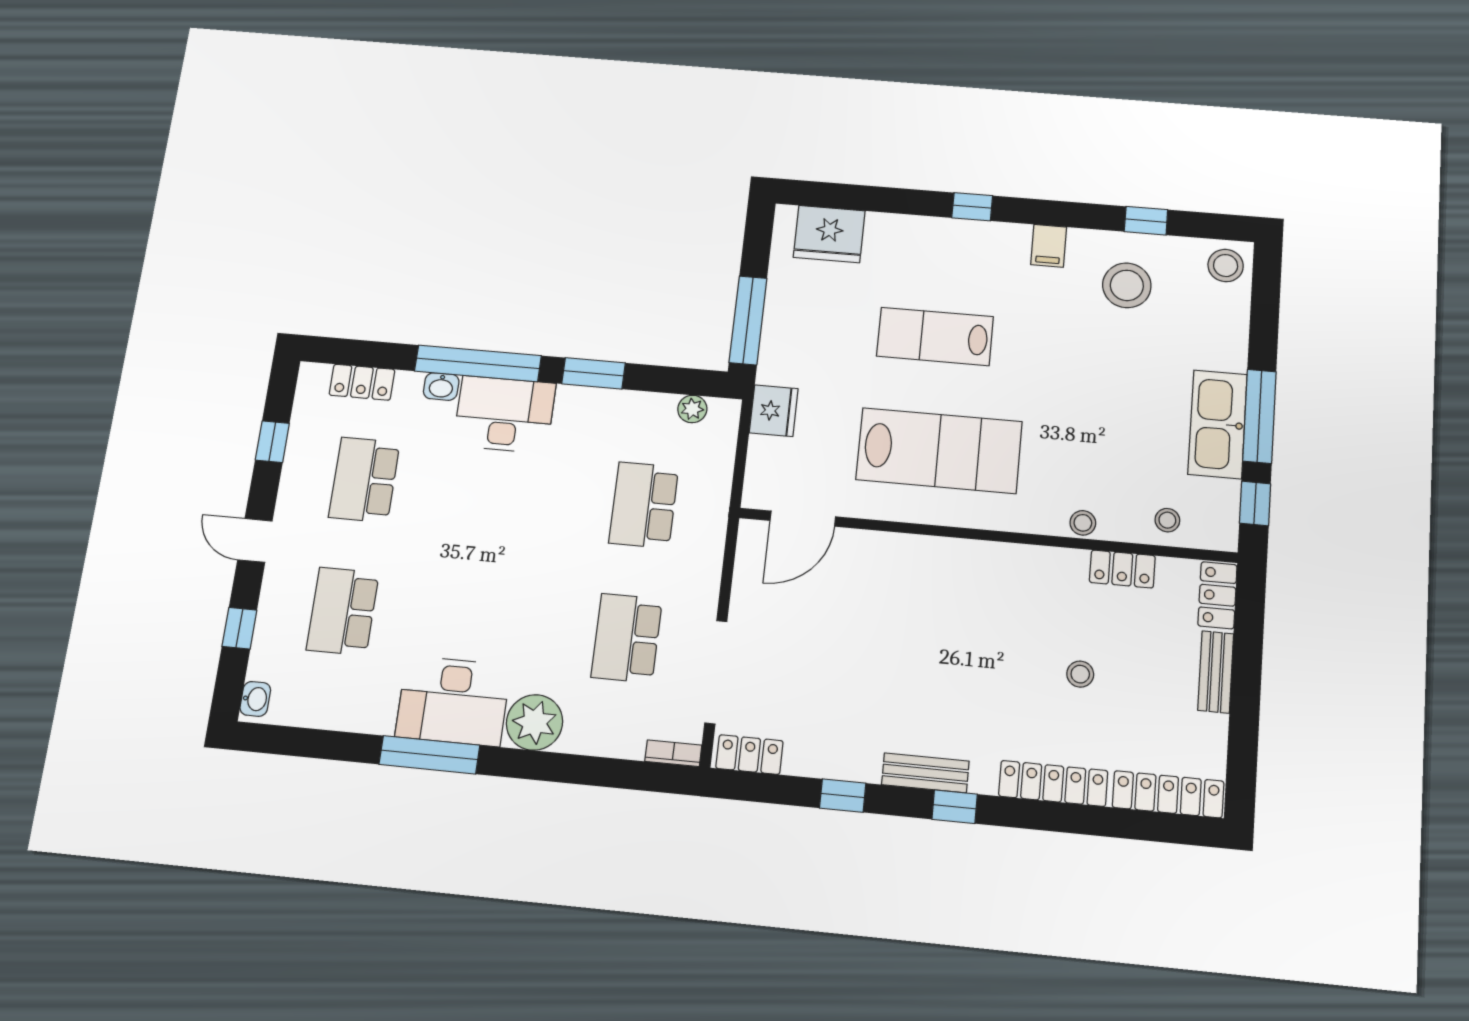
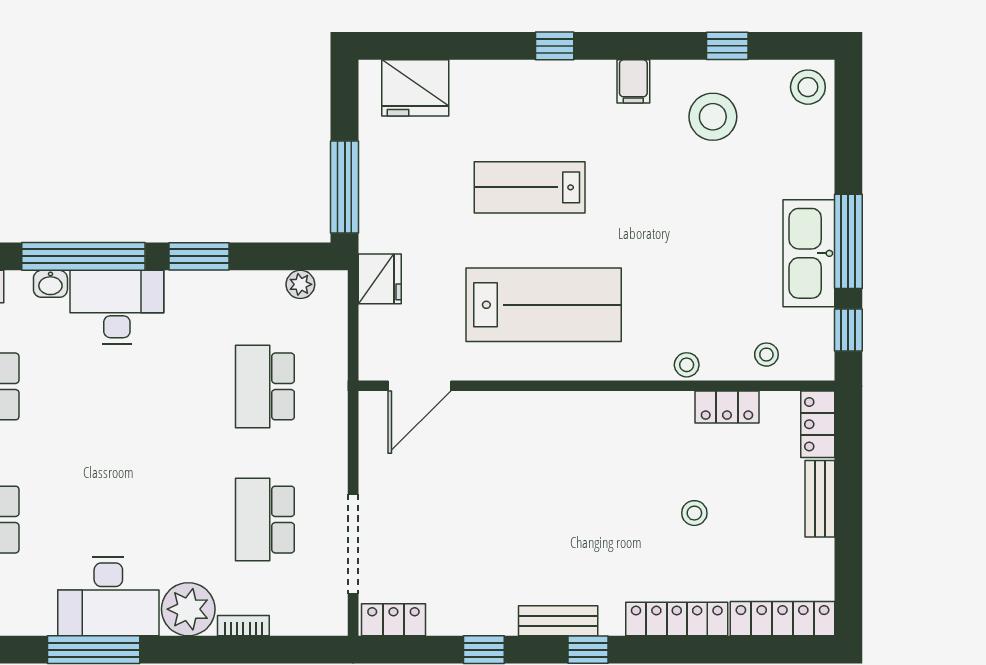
bookcase: (673, 753) -> (243, 626), moved

